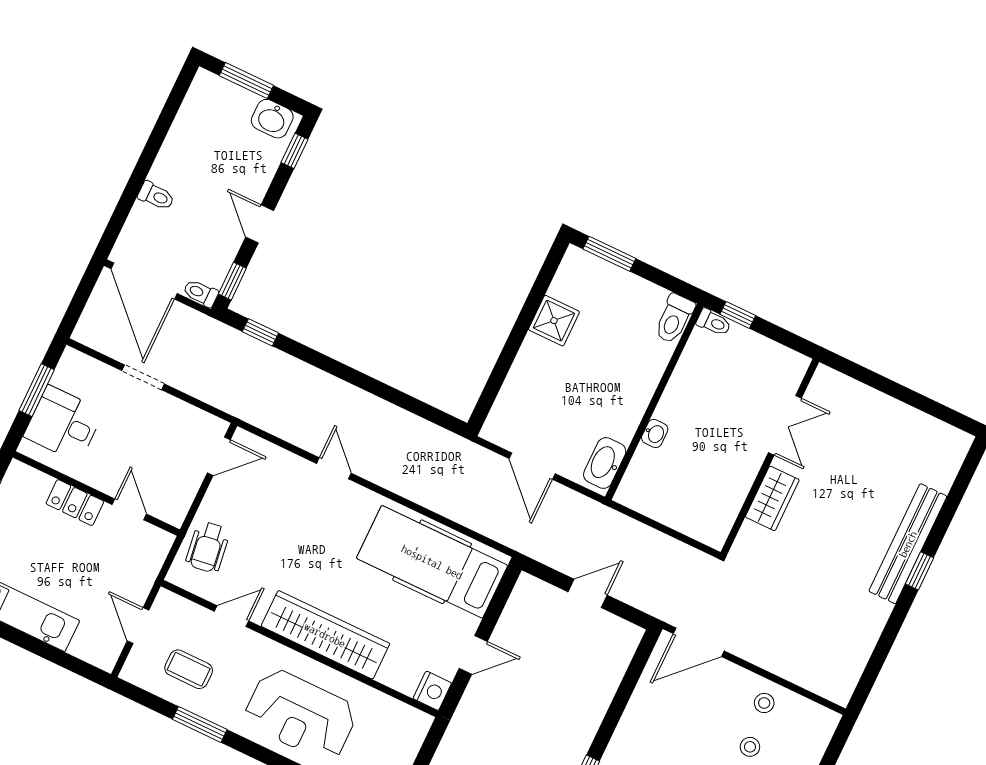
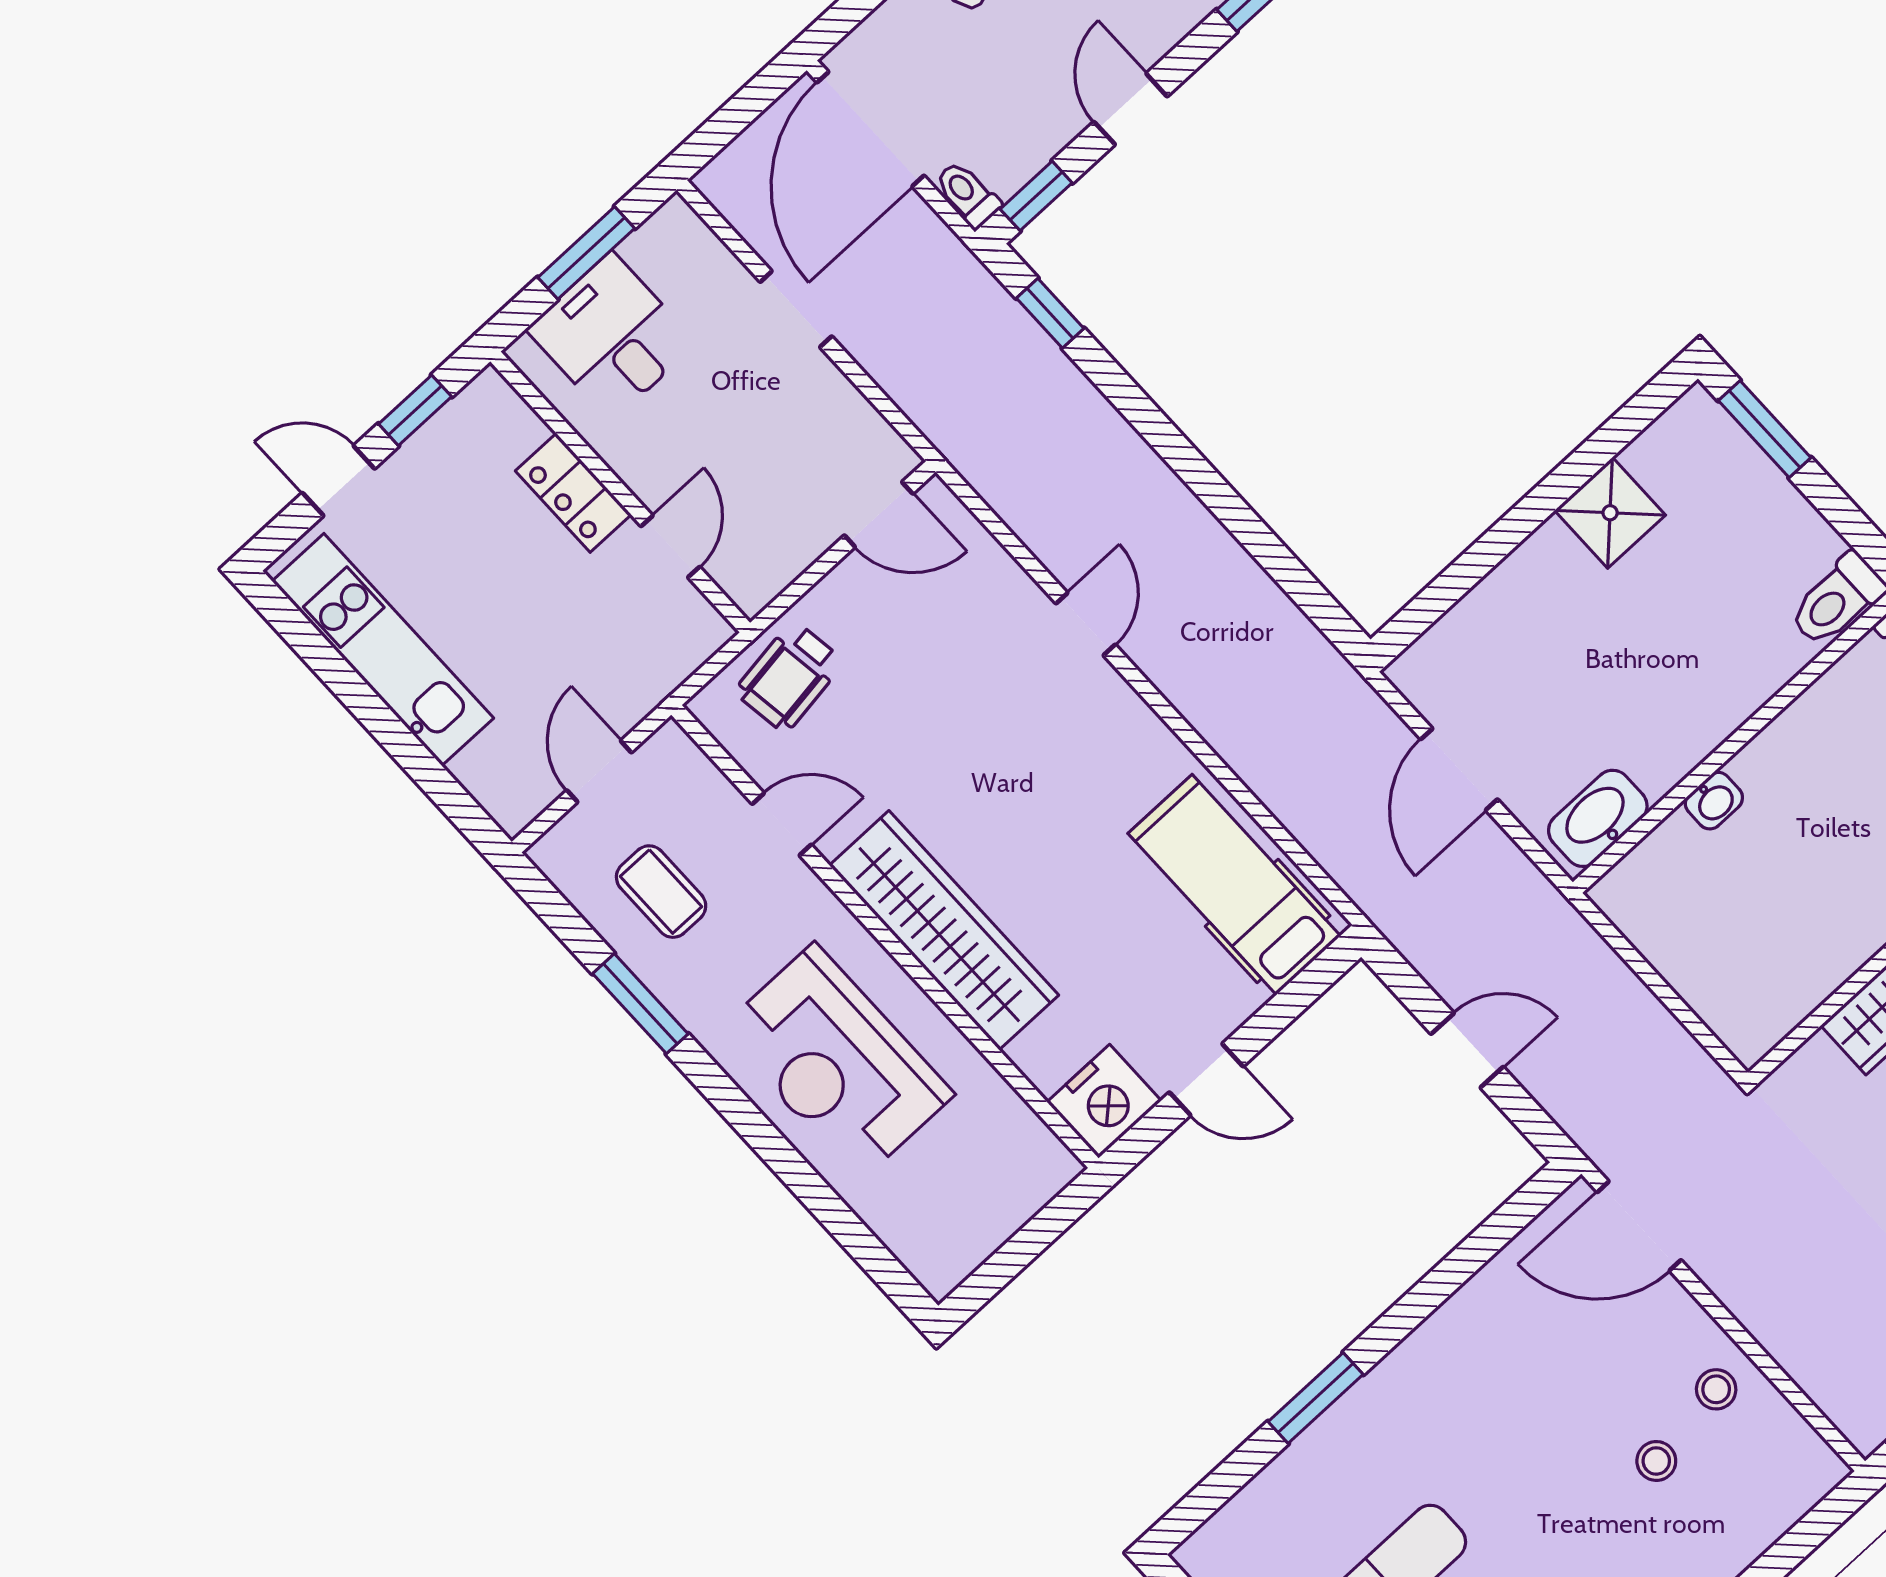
hospital bed: (432, 562) -> (1234, 885), width x0.73, depth x0.78
nightstand: (432, 691) -> (1104, 1101), width x1.36, depth x1.33

